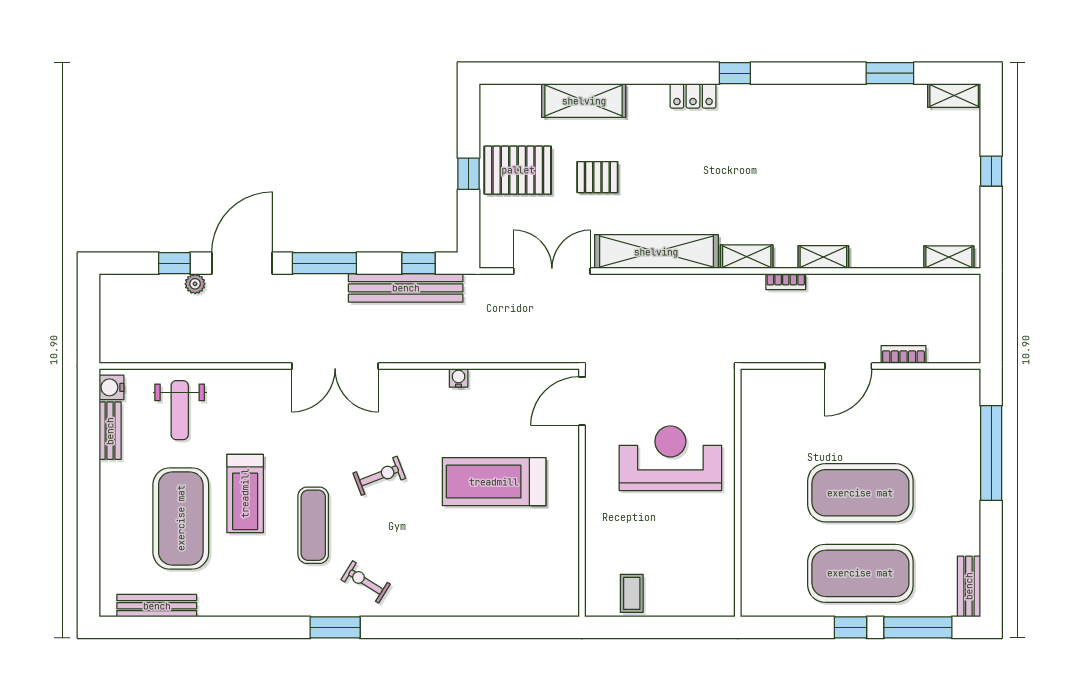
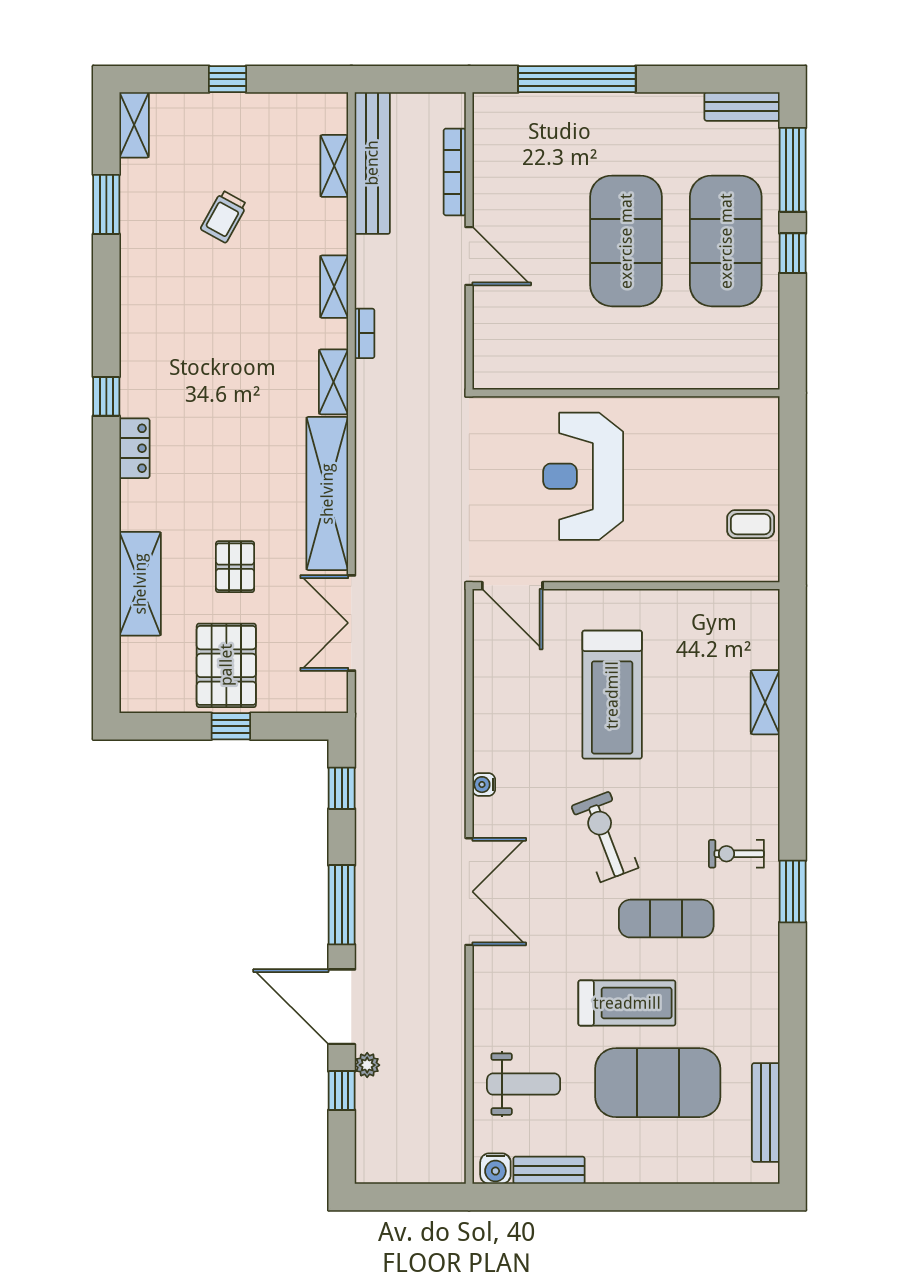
trolley: (880, 168) -> (224, 217), added
shelving: (949, 257) -> (334, 166), moved
bench: (406, 288) -> (372, 163), moved
bookcase: (903, 354) -> (455, 172), width x1.56
water cooler: (459, 378) -> (484, 785), moved
exercise bike: (379, 476) -> (605, 837), width x1.38, depth x1.39
exercise bike: (366, 582) -> (736, 854), turned 58
shelving: (488, 605) -> (765, 702), added

